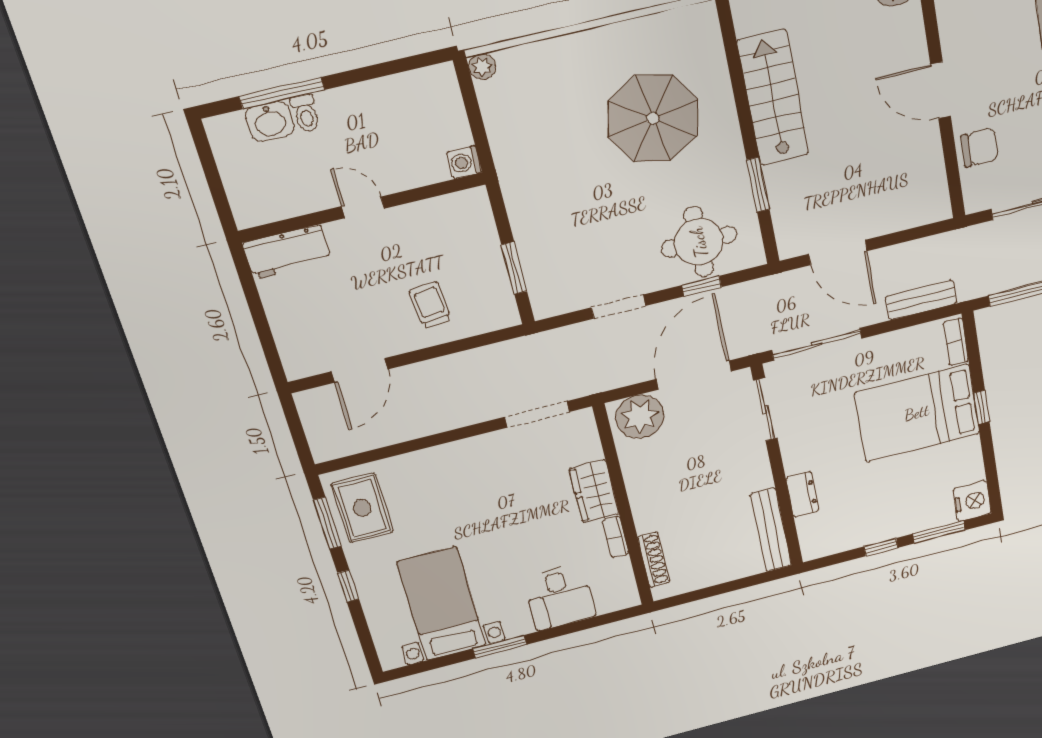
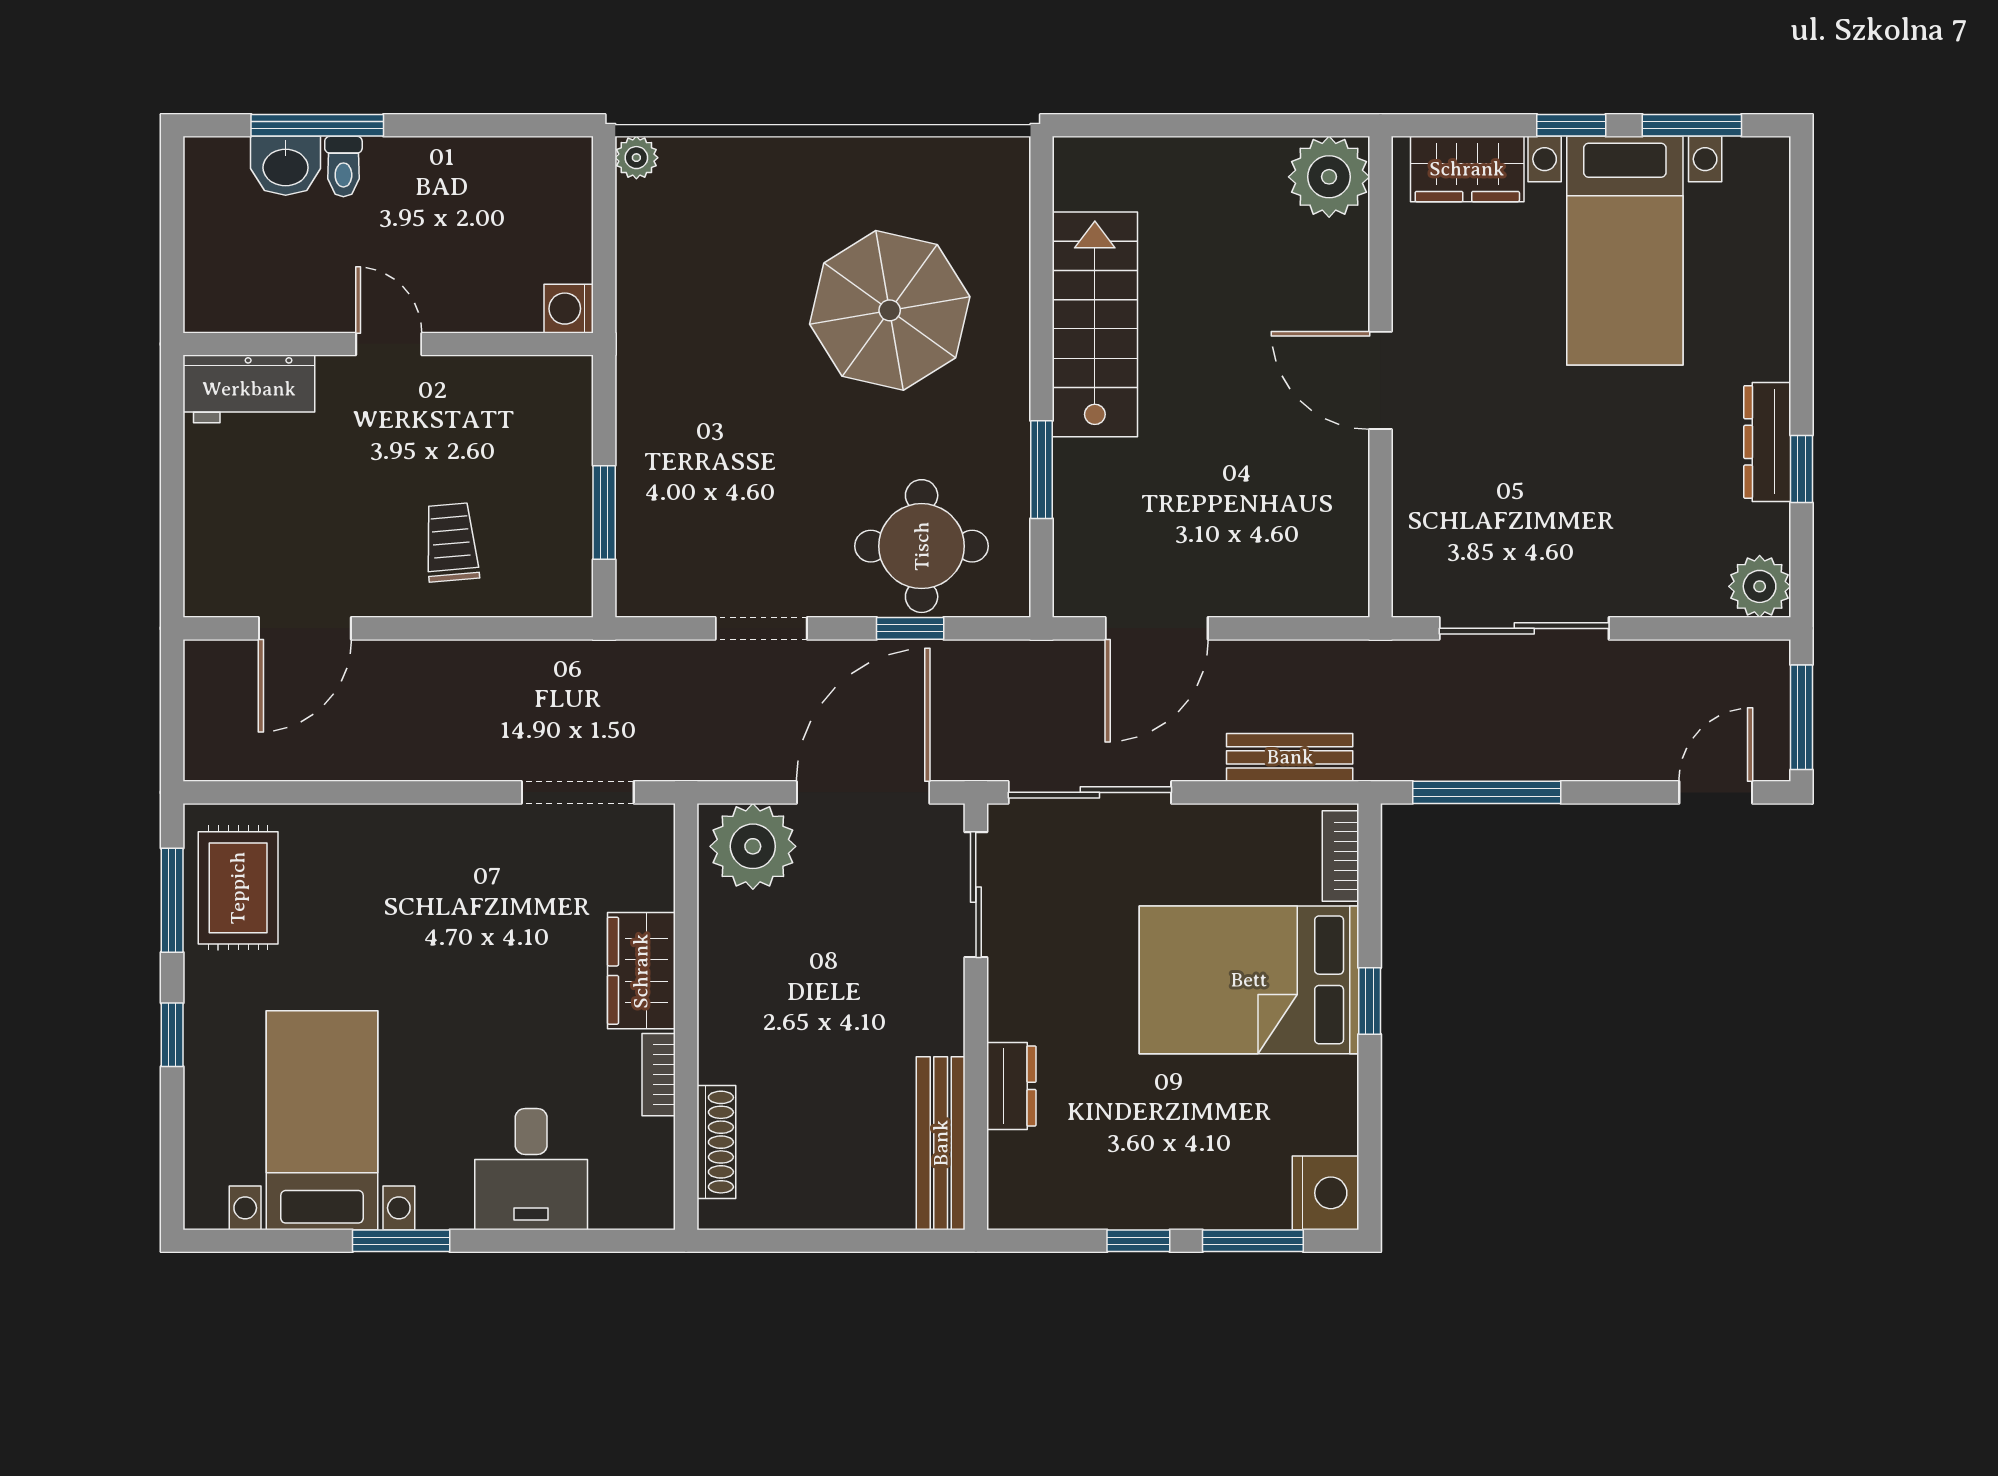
chair: (980, 147) -> (1434, 499), removed
door: (838, 252) -> (1157, 628), hinge flipped

